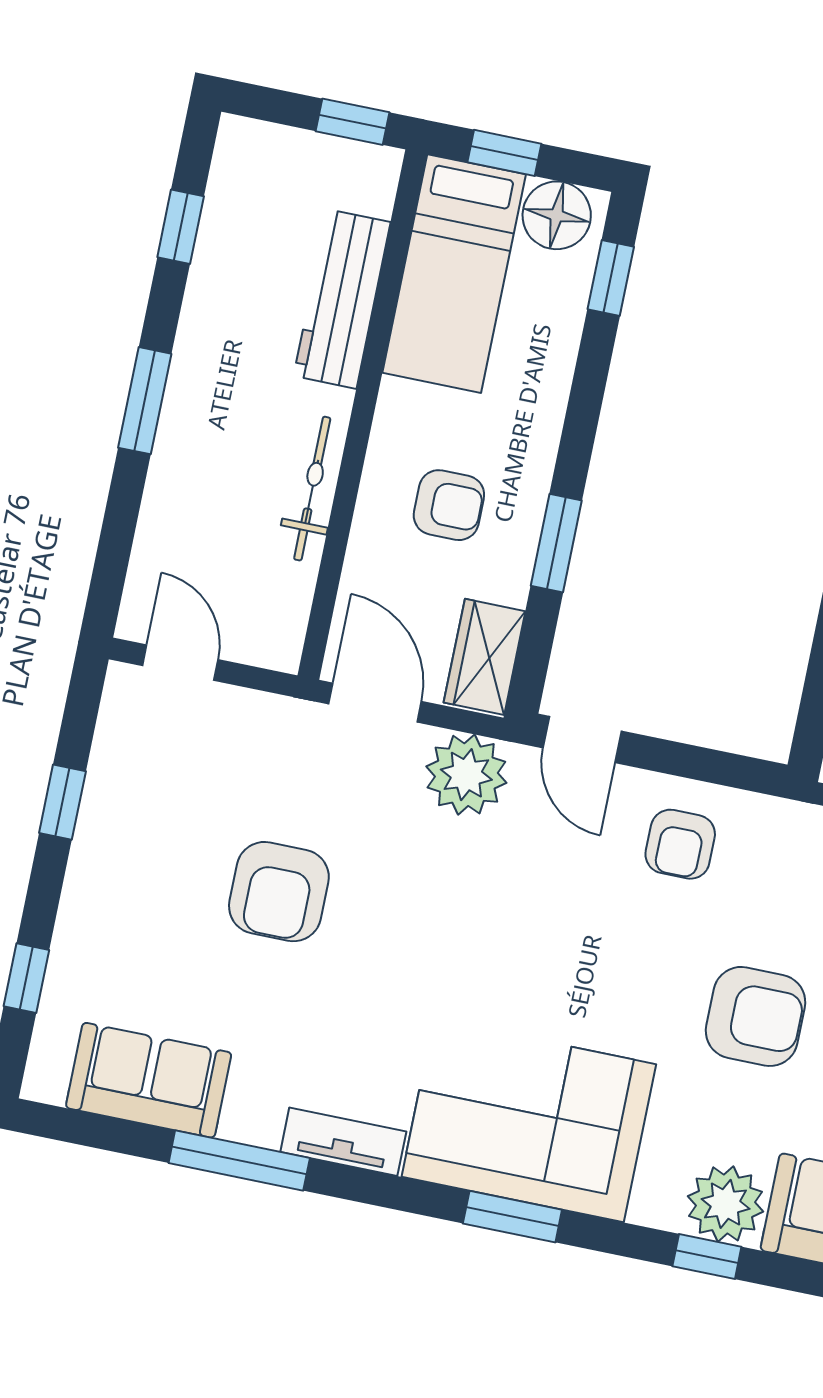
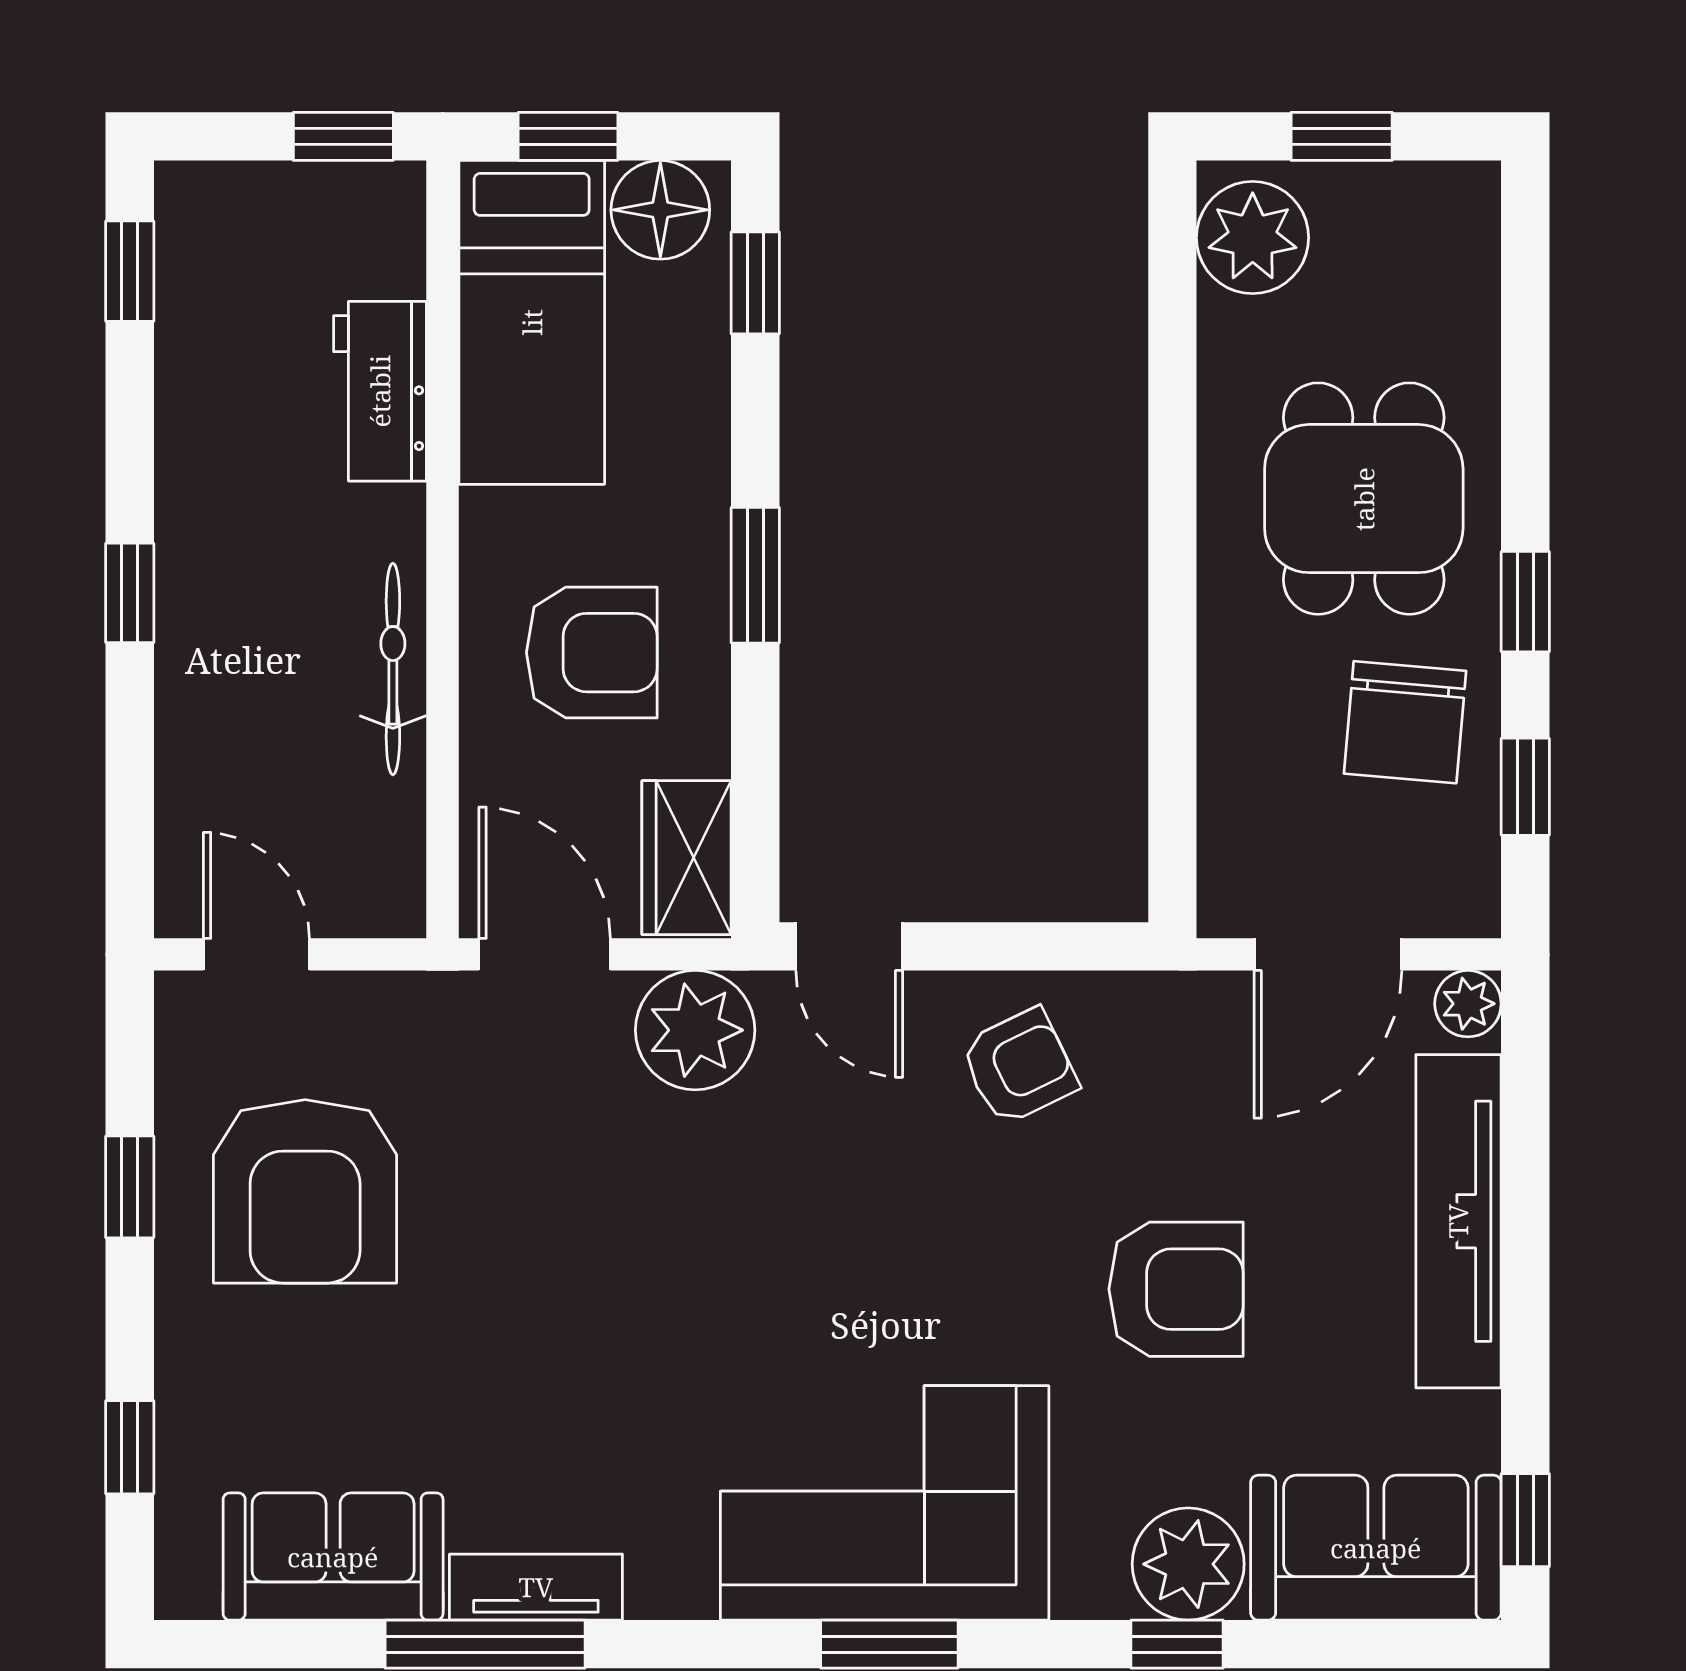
window: (181, 227) -> (130, 271), moved
workbench: (342, 299) -> (380, 391), width x0.73
window: (145, 401) -> (130, 593), width x0.67
armchair: (449, 505) -> (592, 653), width x1.38, depth x1.38
window: (556, 543) -> (755, 575), moved
armchair: (680, 844) -> (1019, 1067), turned -116
armchair: (279, 892) -> (305, 1191), moved, width x1.36, depth x1.36
tv unit: (343, 1142) -> (536, 1587), moved

